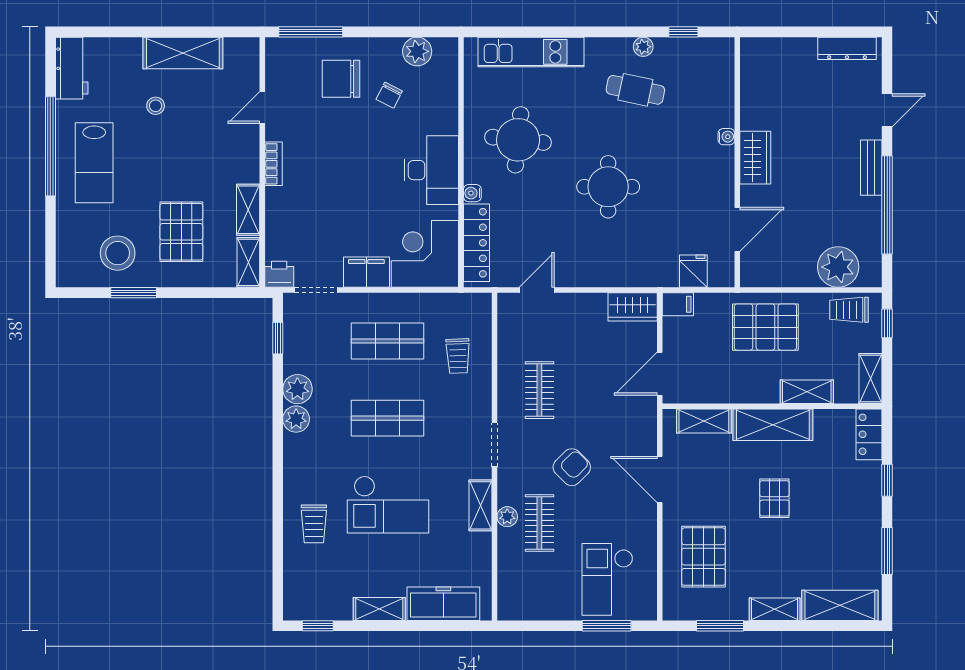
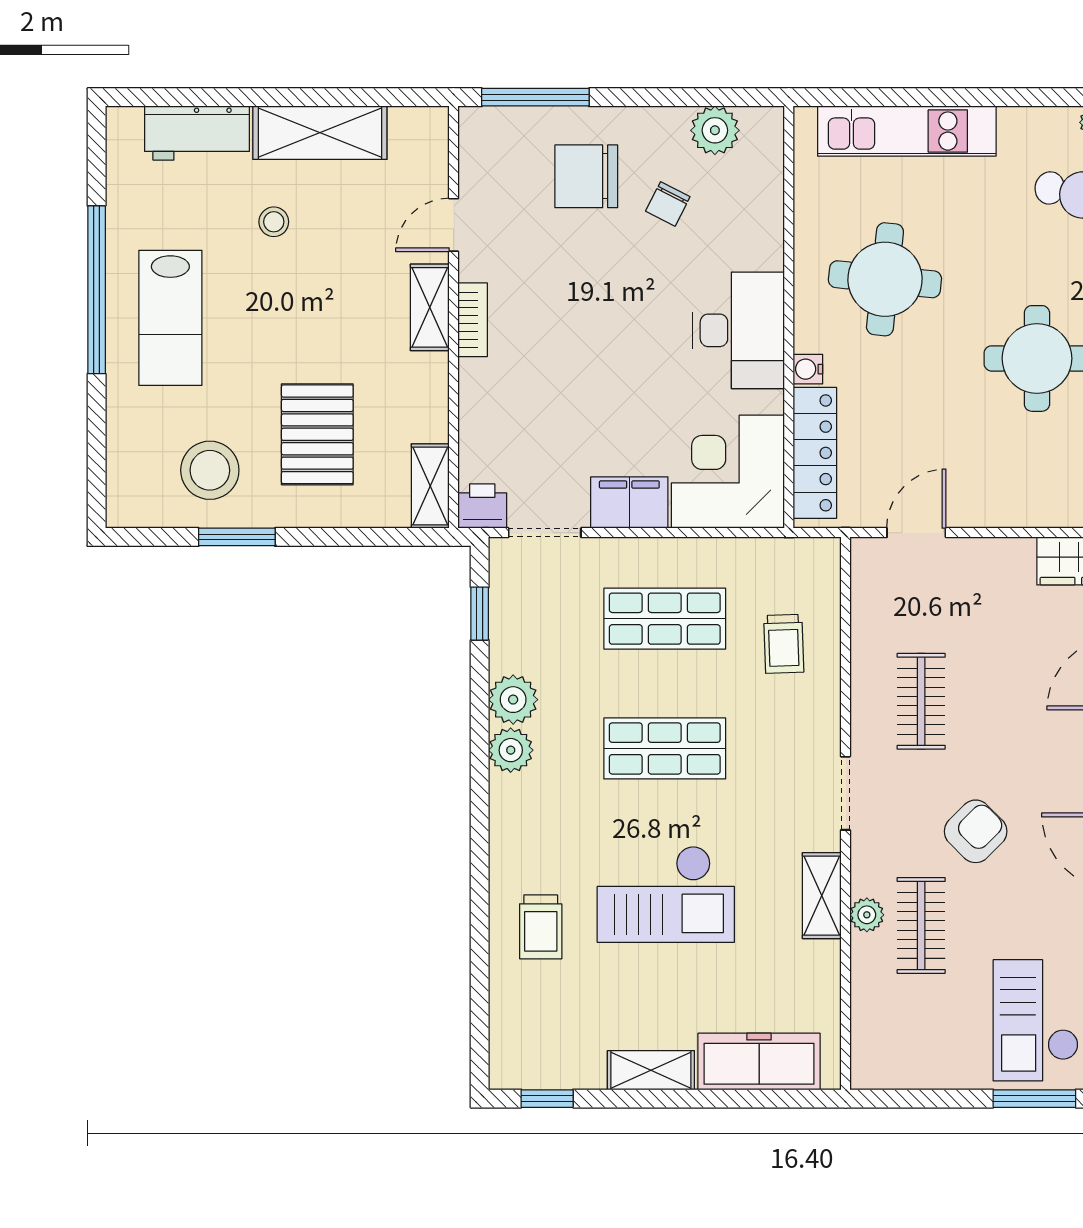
workbench: (72, 68) -> (197, 133), moved, turned 90
shelving: (248, 210) -> (430, 307), moved

